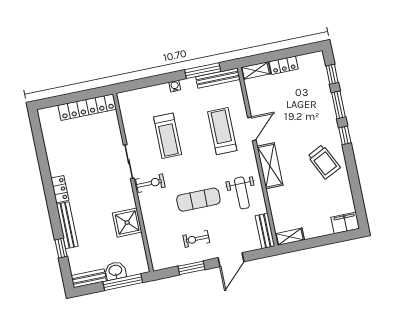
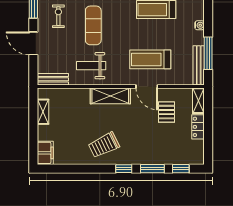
pallet: (275, 102) -> (166, 112), added
treadmill: (222, 131) -> (150, 59), turned 180
shelving: (290, 237) -> (43, 112), moved

